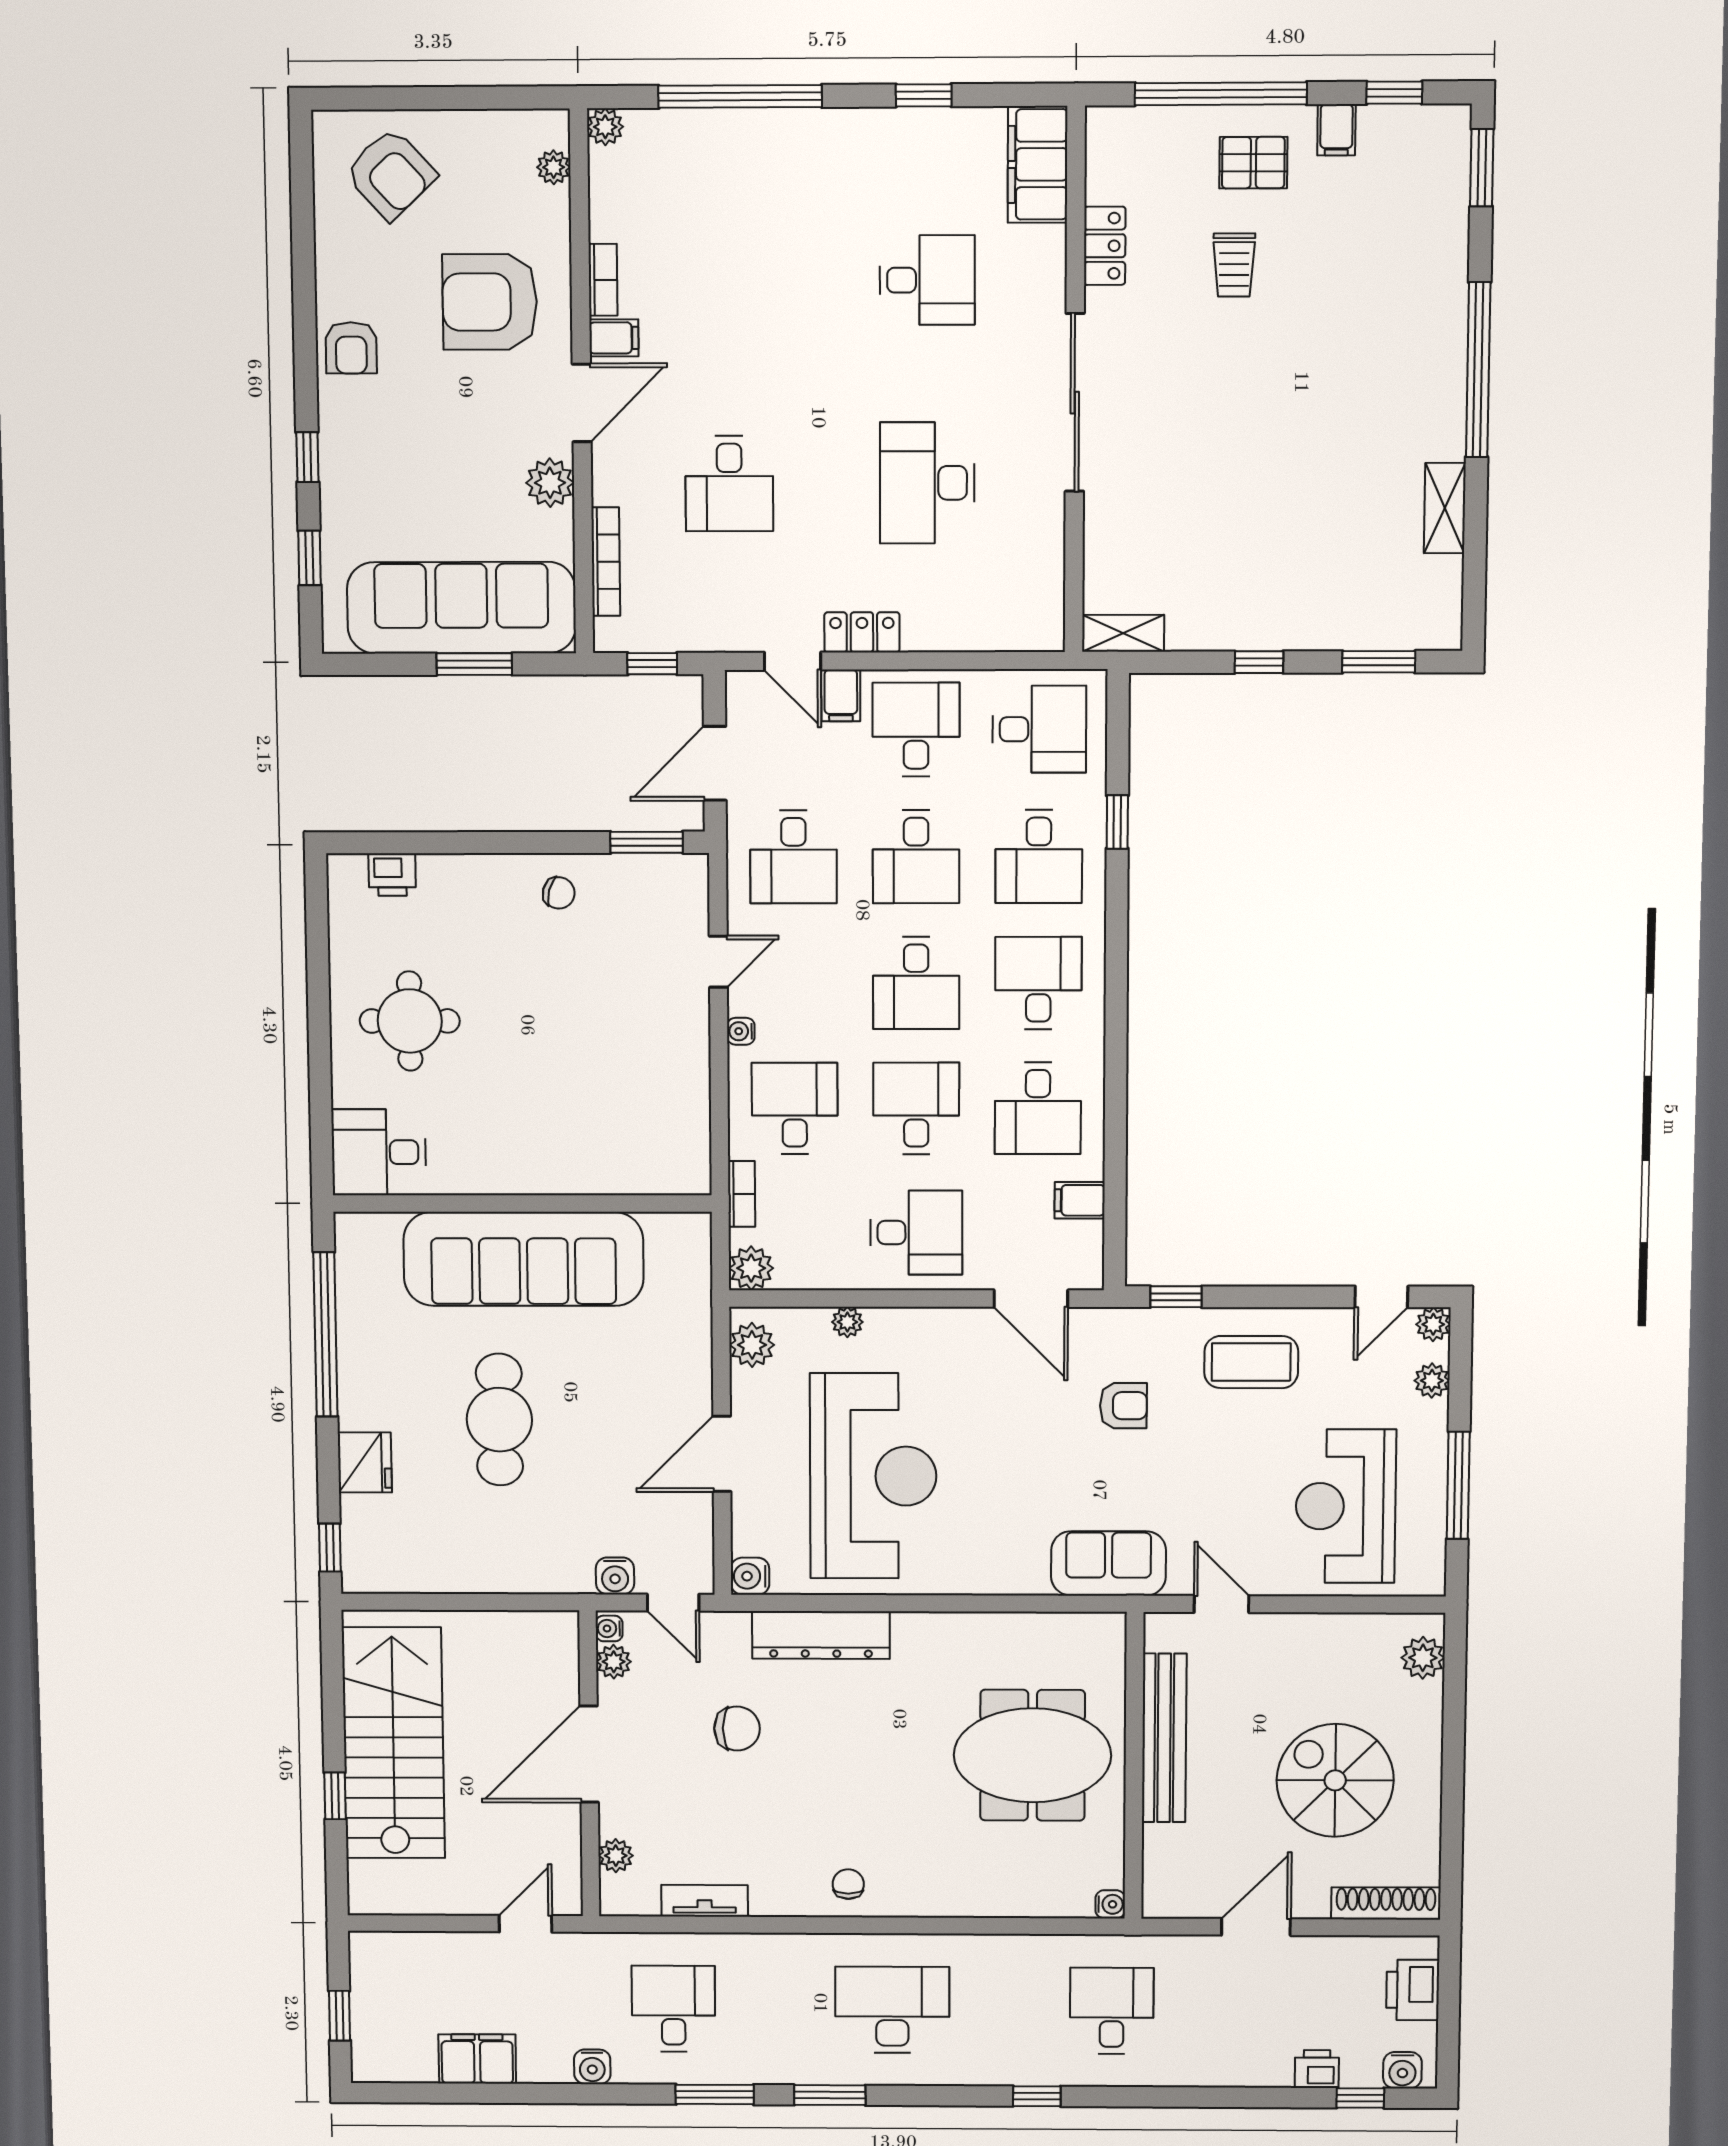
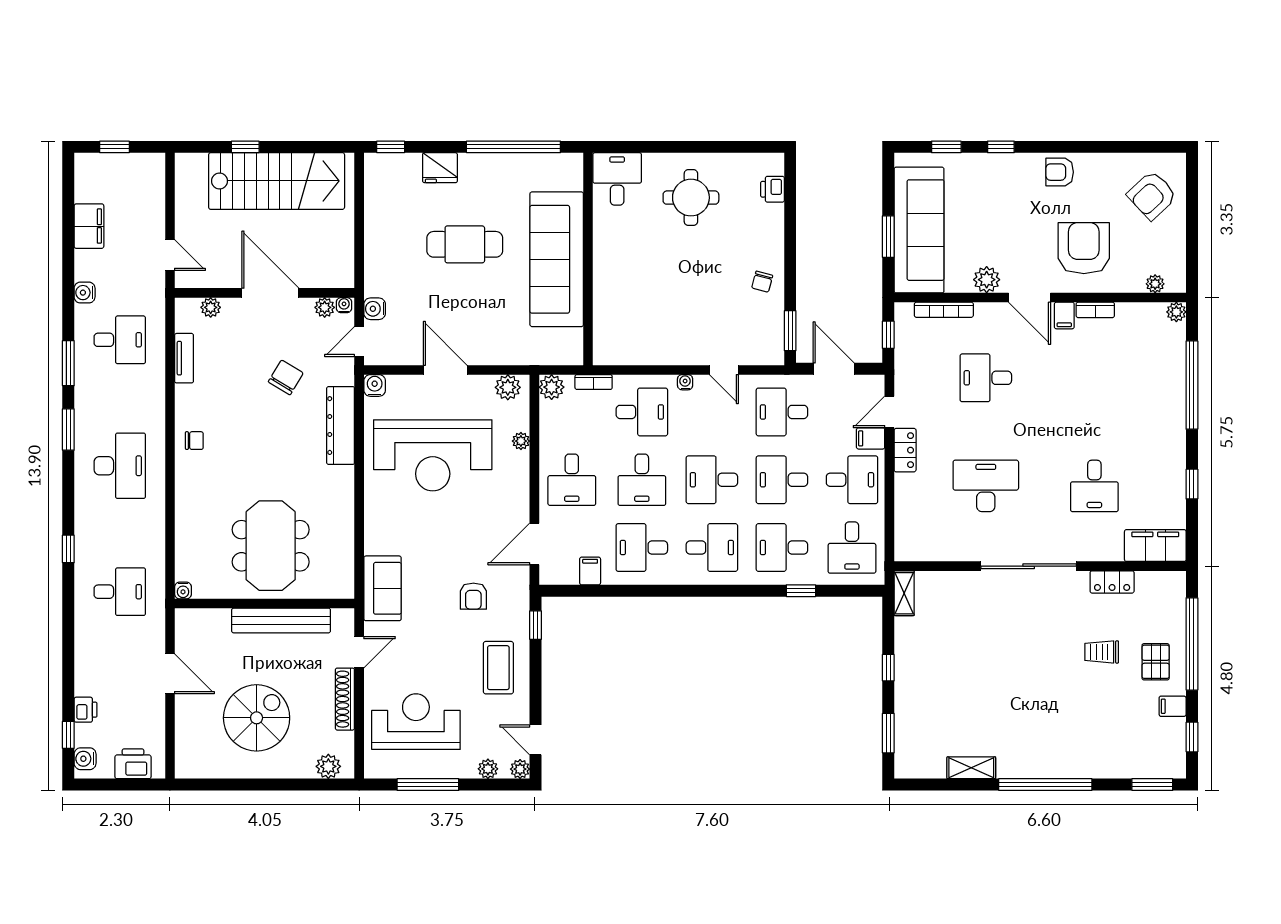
desk: (916, 1108) -> (642, 480), turned 90
chair: (737, 1729) -> (286, 377), turned -149
shoe rack: (1386, 1903) -> (345, 699), moved, turned 180

